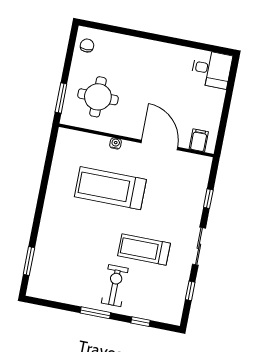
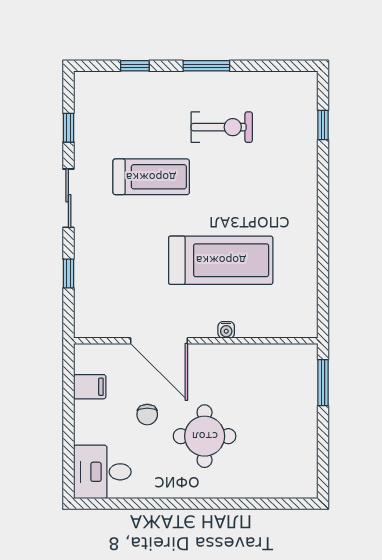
chair: (87, 45) -> (147, 415), moved
round table: (98, 97) -> (205, 436), moved
filing cabinet: (199, 140) -> (90, 387), moved, turned -90
window: (29, 261) -> (323, 125), width x0.67
exercise bike: (115, 286) -> (222, 127), moved, turned -90

